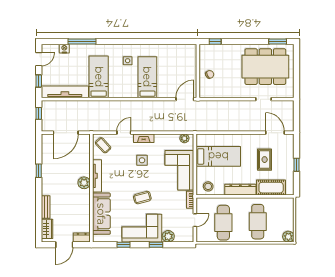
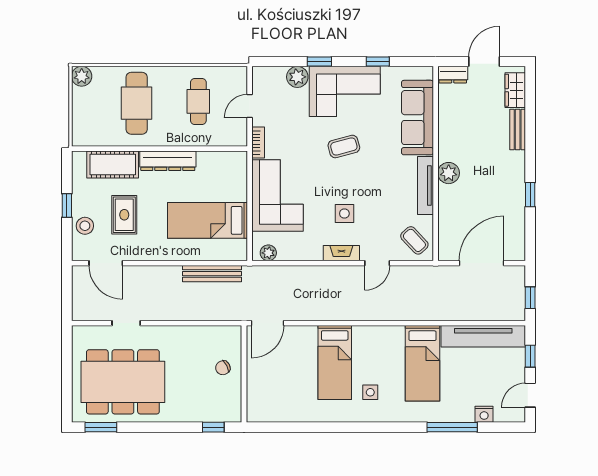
bench: (216, 127) -> (212, 274), added
stool: (208, 186) -> (85, 226), moved
cafe table: (223, 223) -> (198, 101), width x0.73, depth x0.74

